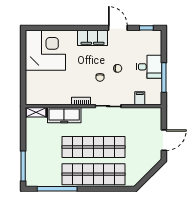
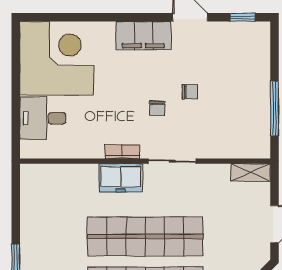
desk: (149, 67) -> (43, 118), moved, turned 180
filing cabinet: (140, 98) -> (230, 147), removed
shelving: (36, 112) -> (250, 173), moved
freezer: (64, 115) -> (121, 178), moved, width x0.71

